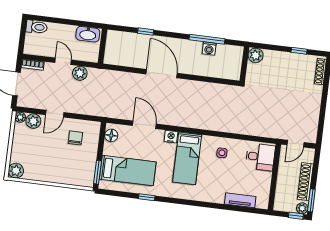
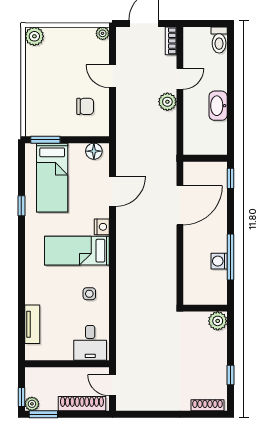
wall: (103, 46) -> (205, 158), moved
plant: (33, 121) -> (100, 51), removed
shoe rack: (305, 182) -> (82, 404), moved

